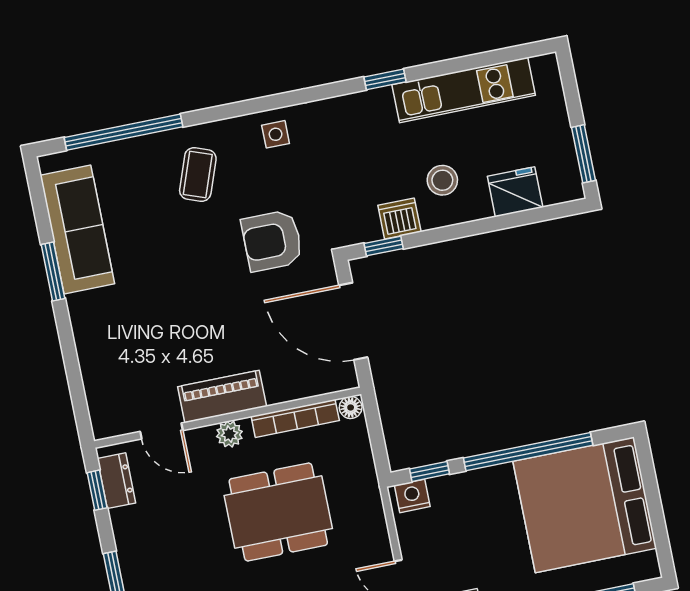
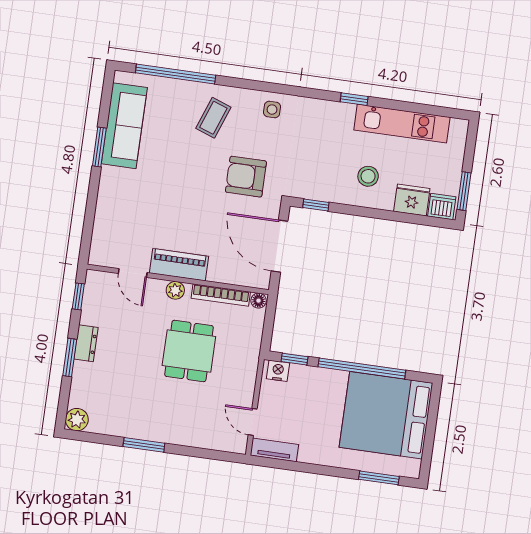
dishwasher: (399, 219) -> (442, 207), moved
dresser: (116, 481) -> (86, 343), moved
dining table: (278, 512) -> (189, 351), width x0.73

